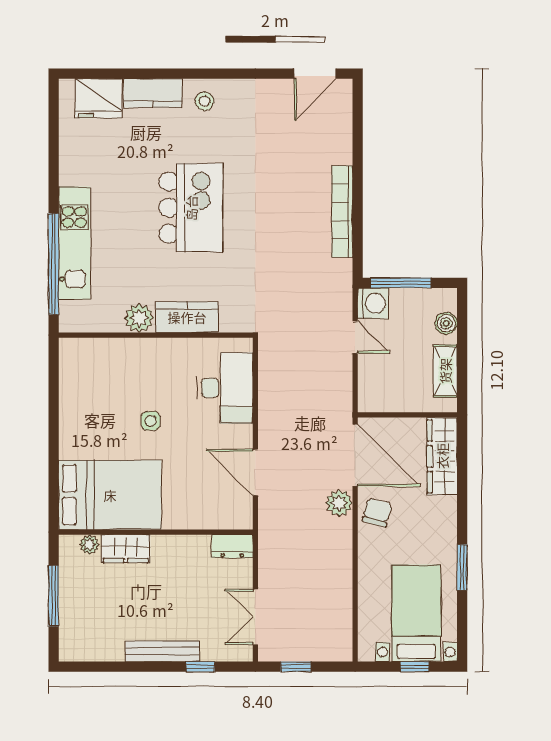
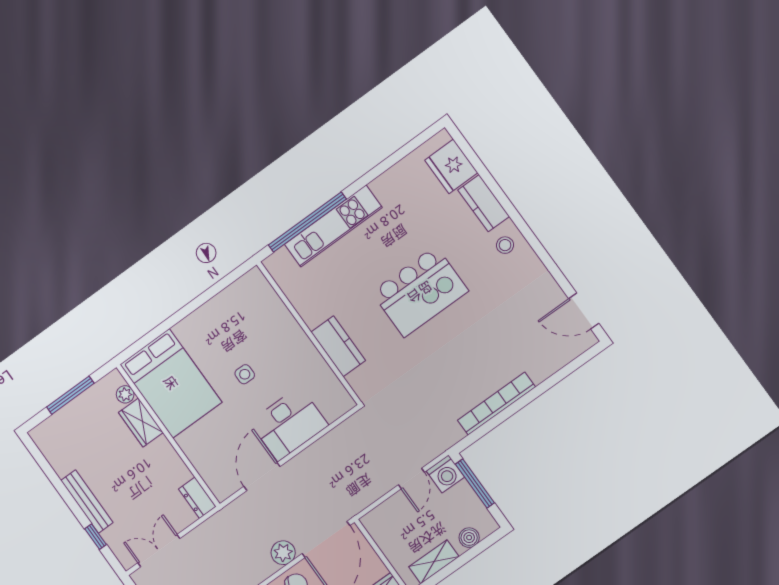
plant: (139, 318) -> (313, 312), removed
desk: (225, 388) -> (289, 424), moved

